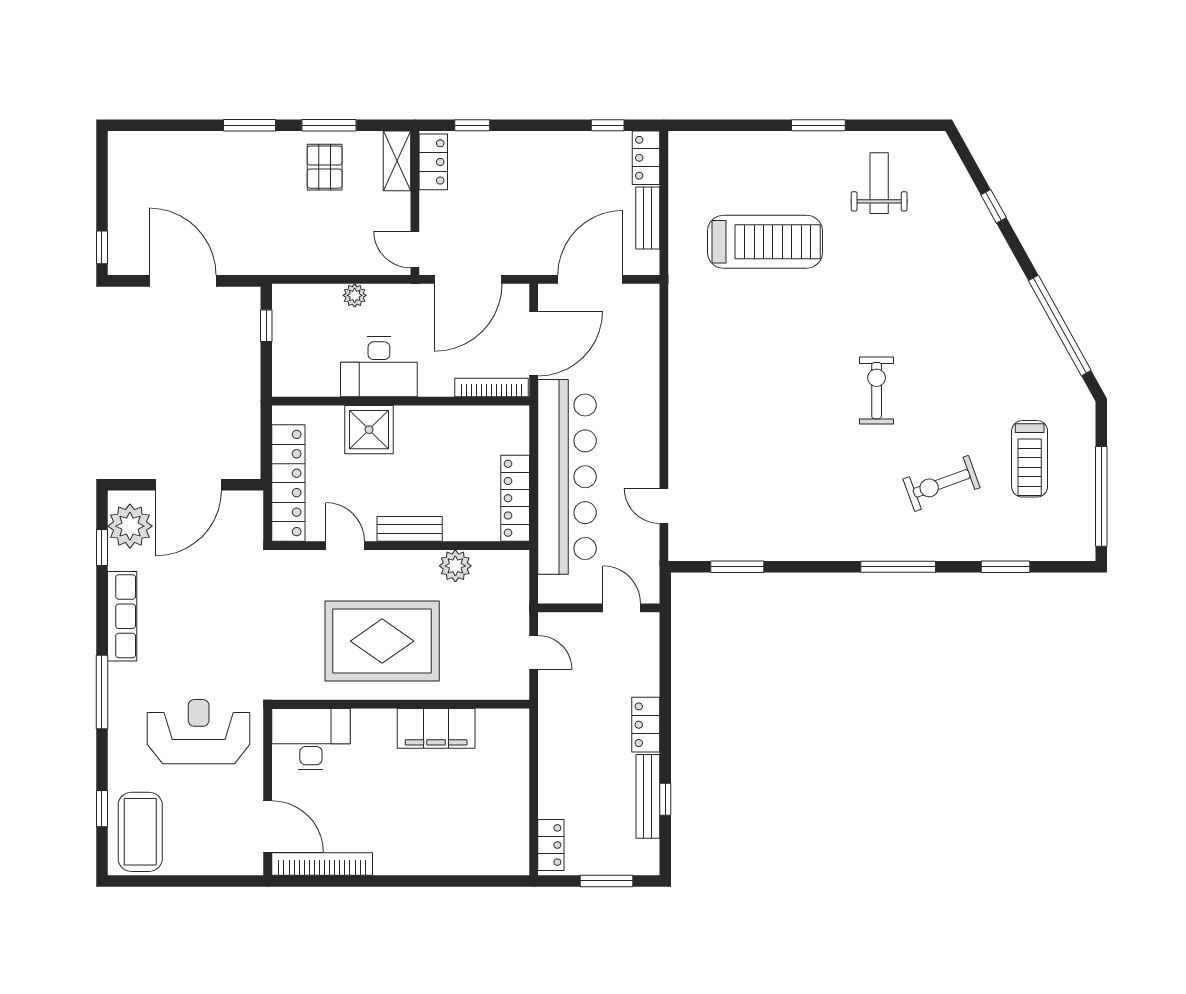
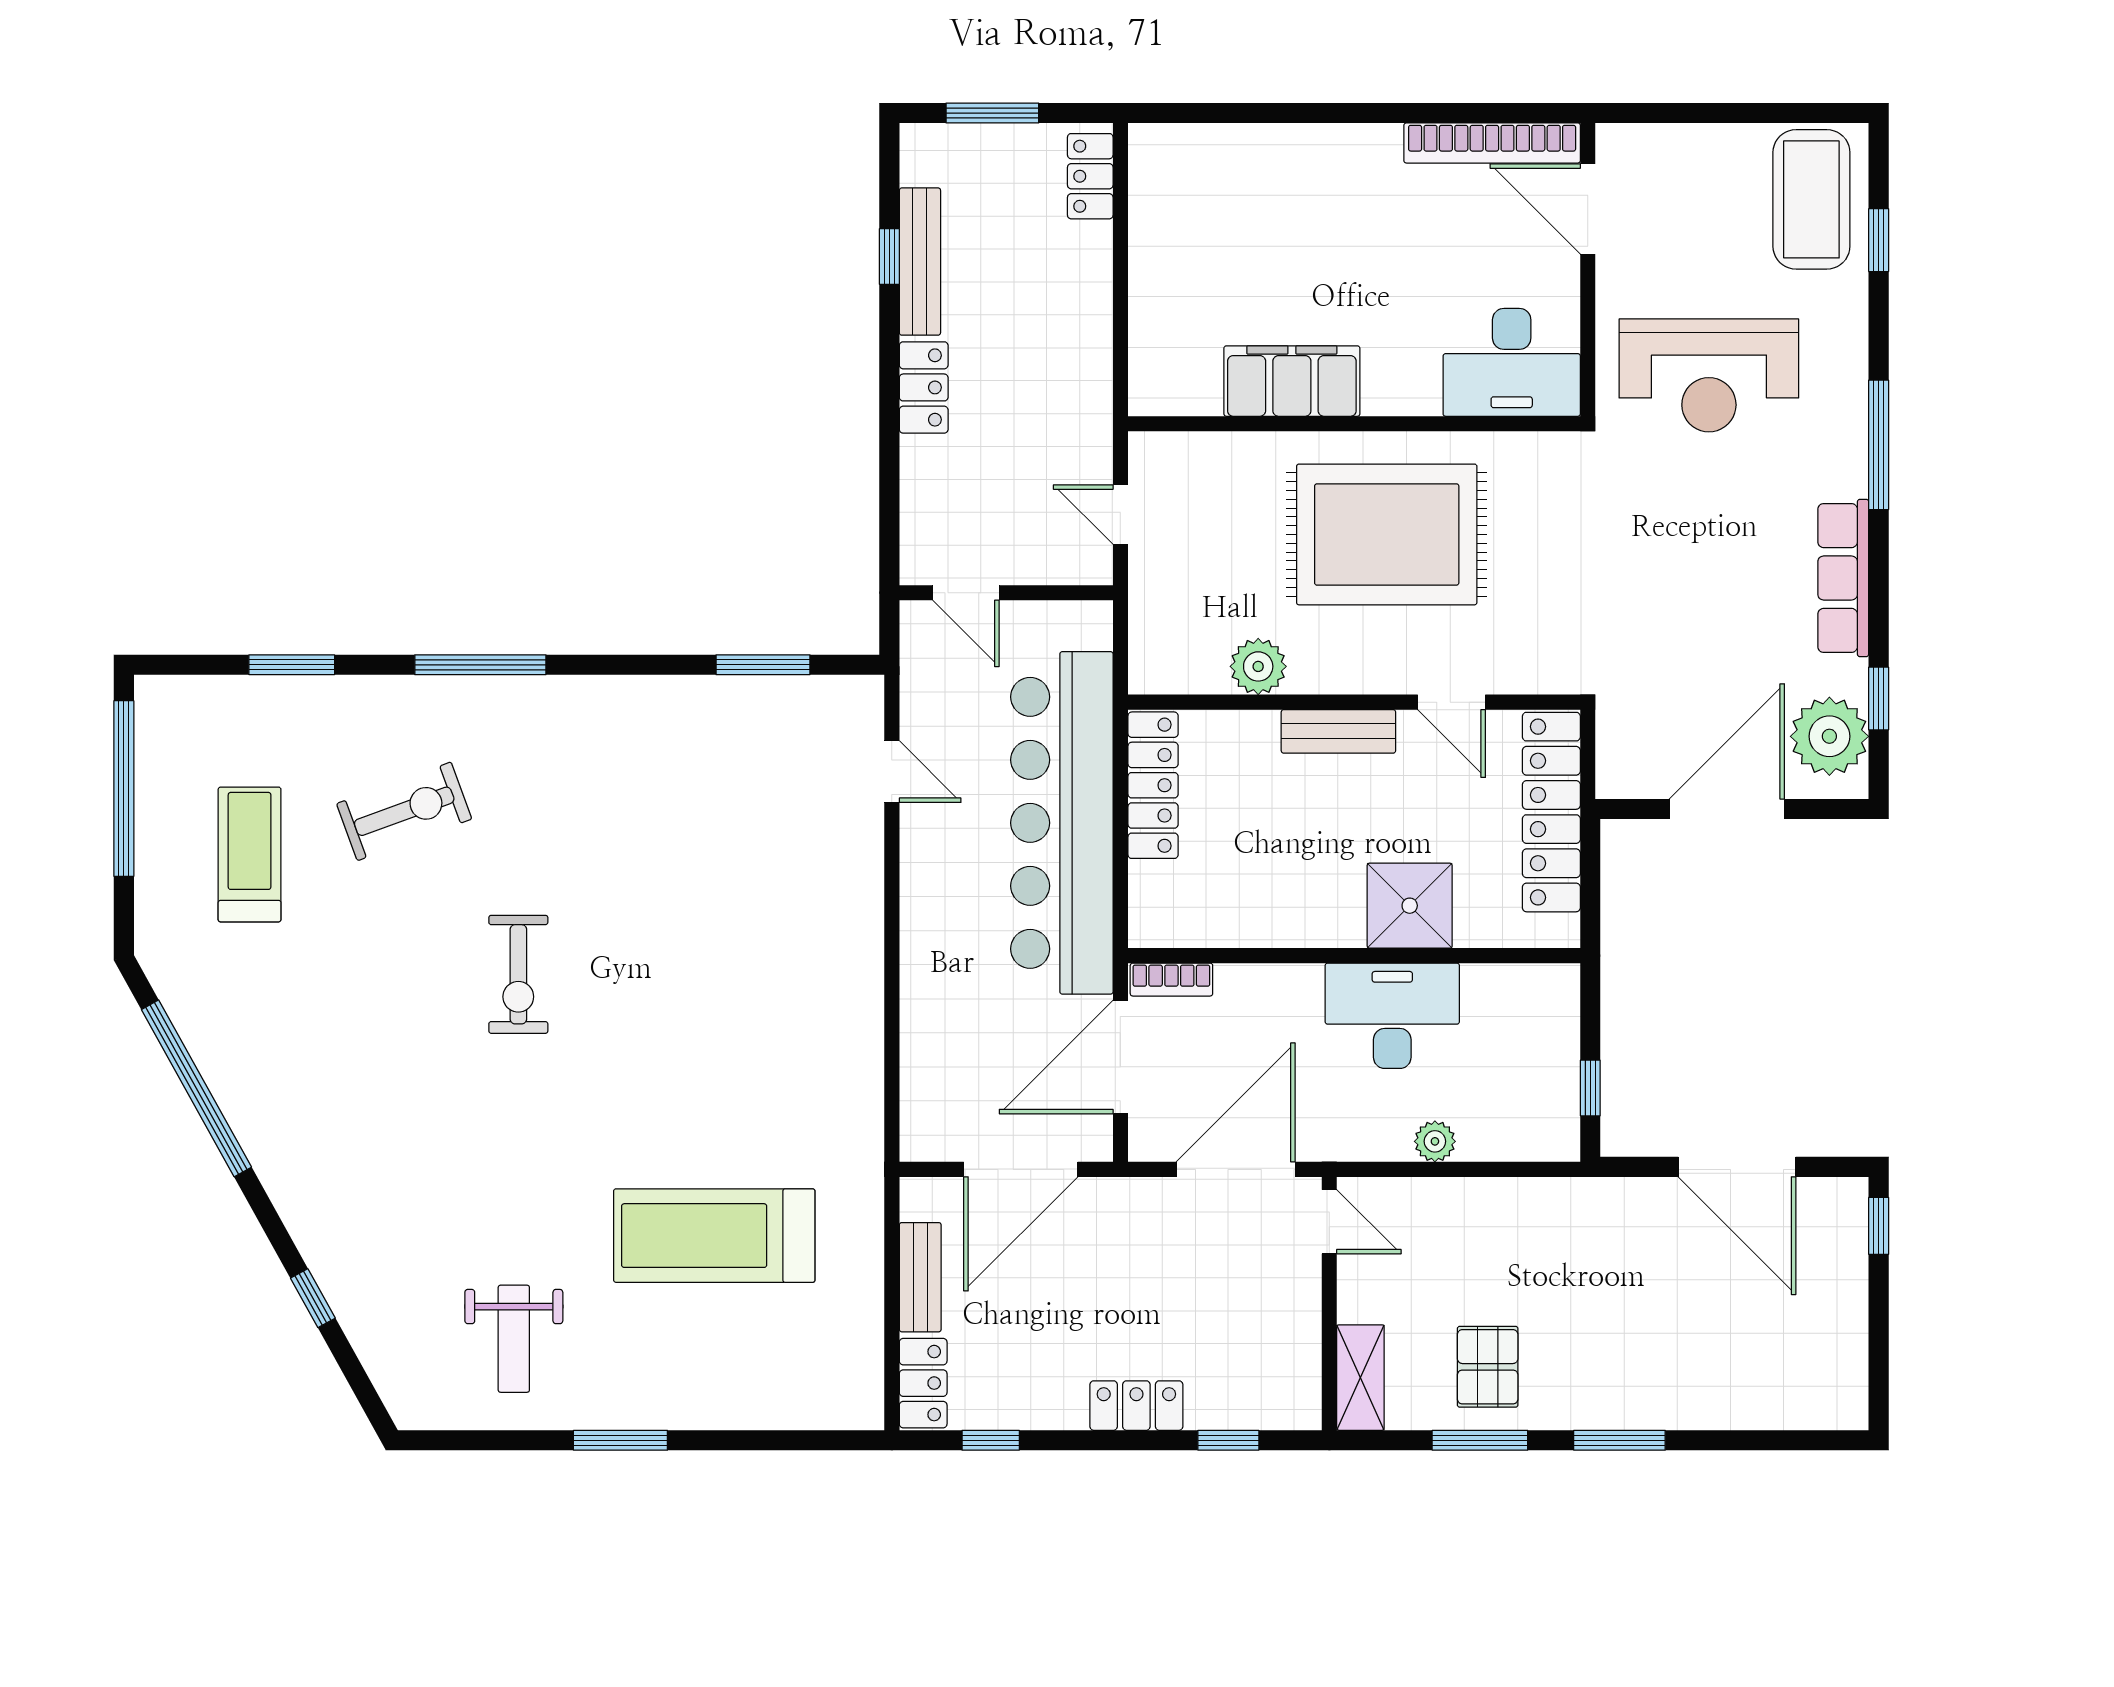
locker: (433, 162) -> (1136, 1406), moved, turned 90
bookcase: (491, 388) -> (1171, 980), width x0.64

